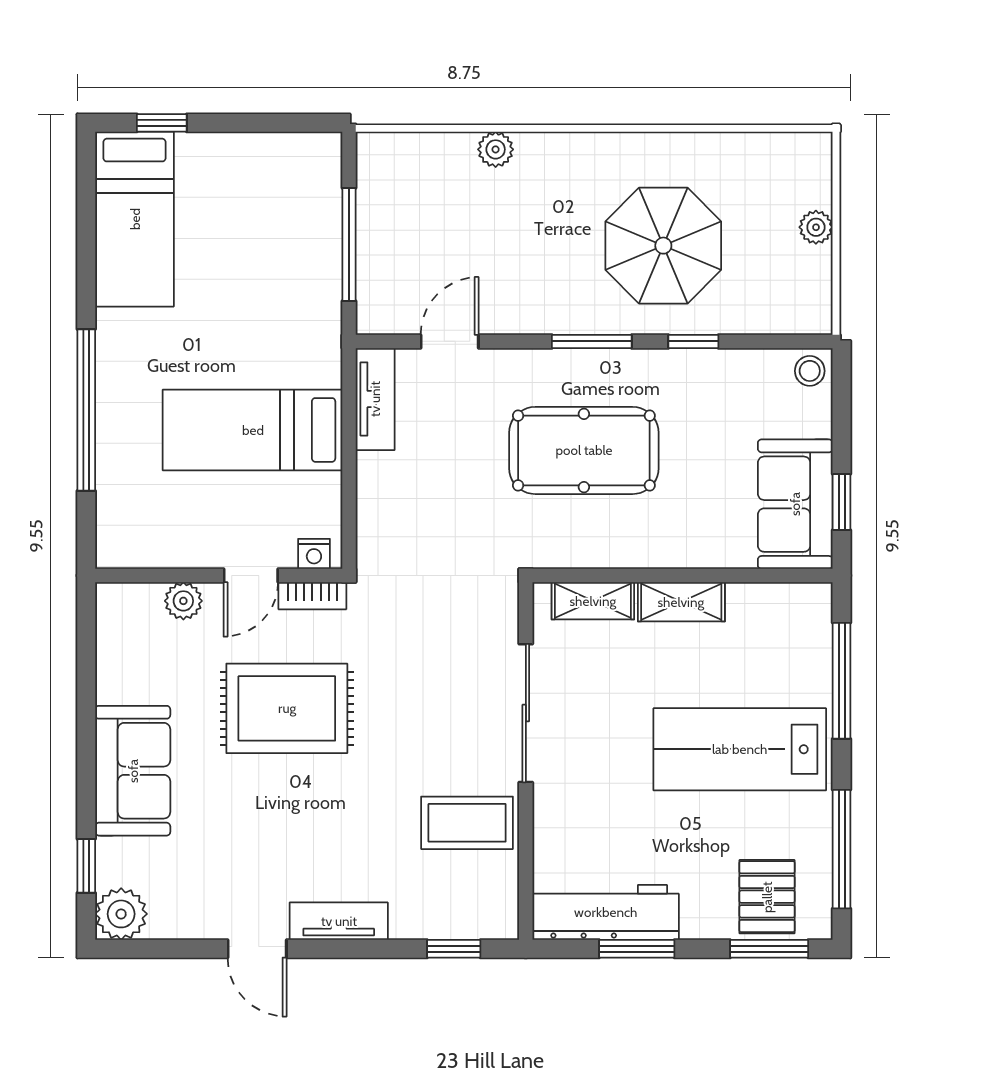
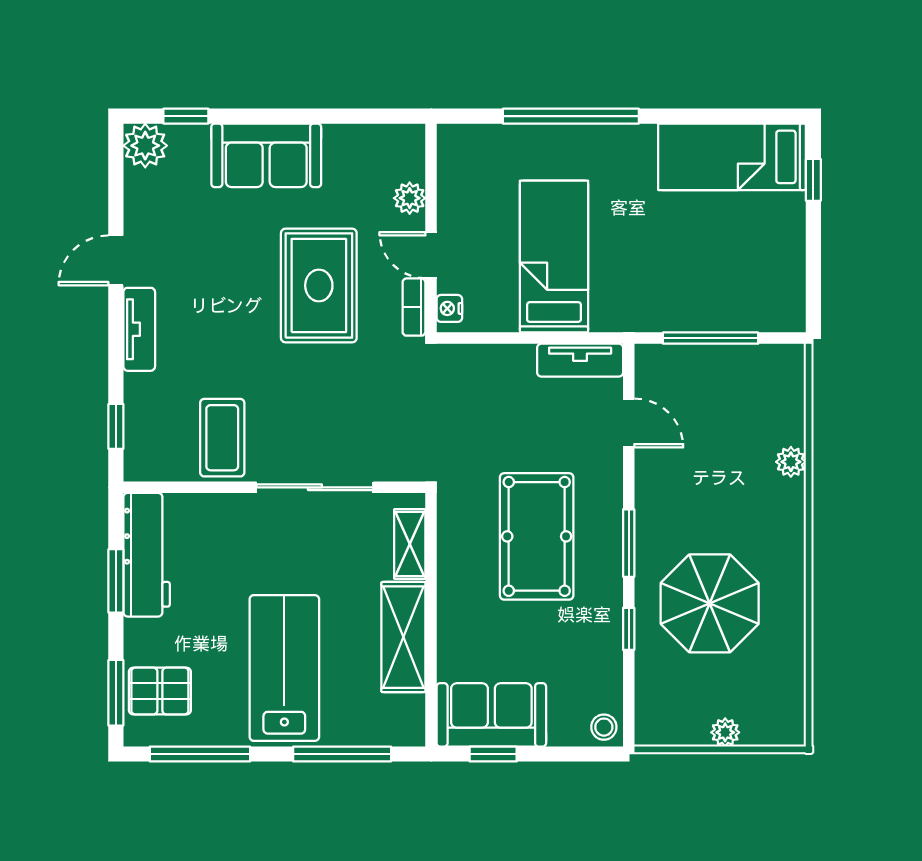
shelving: (681, 602) -> (403, 637), width x1.50, depth x1.33

